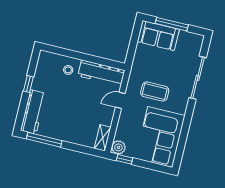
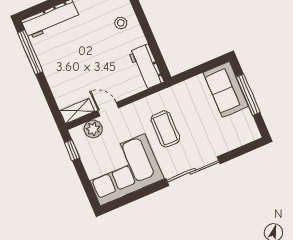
workbench: (101, 73) -> (146, 67), width x0.73
sliding door: (198, 78) -> (193, 171), moved
door: (120, 100) -> (108, 109), moved
plant: (118, 147) -> (93, 129), moved

